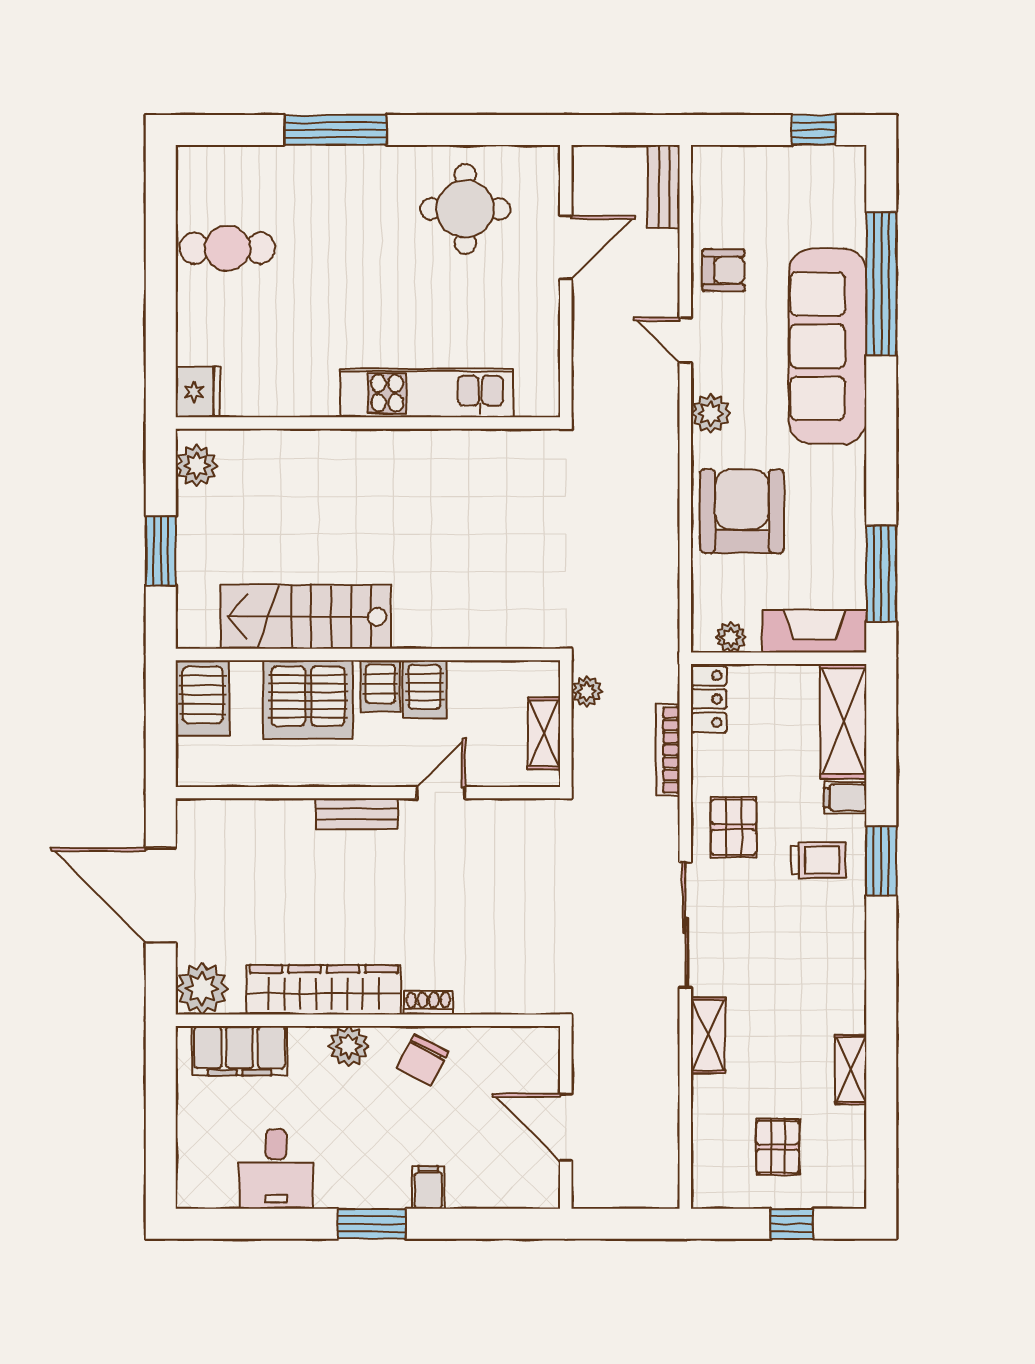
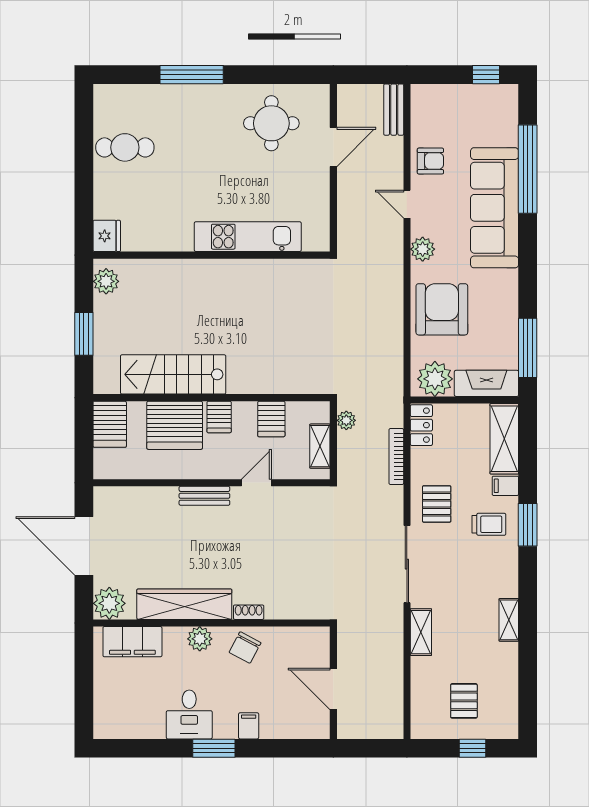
plant: (731, 637) -> (435, 379), width x1.88, depth x1.88
server rack: (425, 689) -> (271, 419), moved
shelving: (851, 1069) -> (509, 620), moved
desk: (276, 1169) -> (189, 714), moved

